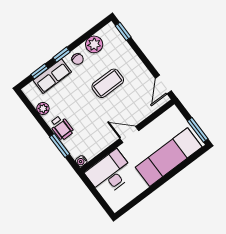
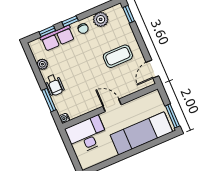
coffee table: (108, 83) -> (118, 56), moved

